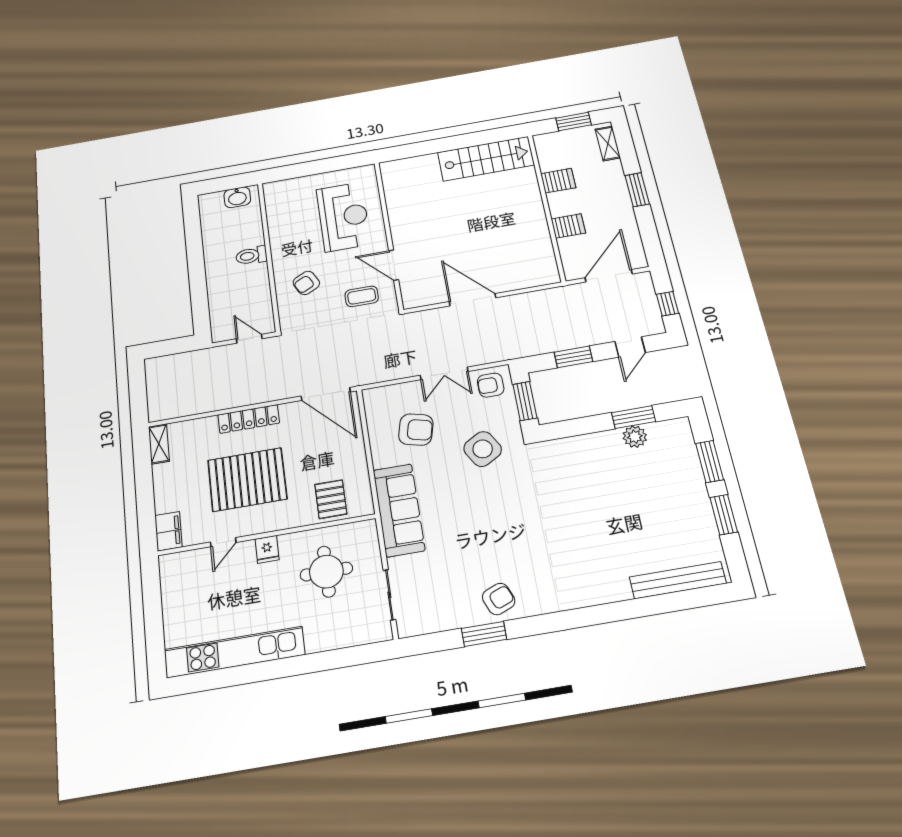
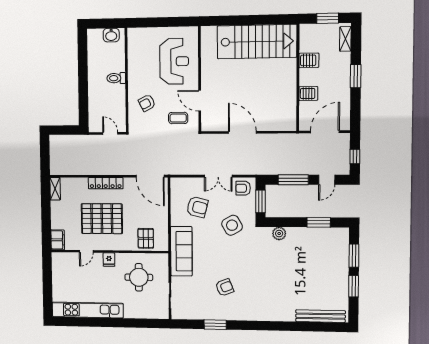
stairs: (486, 159) -> (257, 42), width x1.36, depth x1.51
window: (573, 357) -> (293, 180), width x1.44
plant: (635, 437) -> (279, 234), moved
armchair: (499, 599) -> (225, 287), moved

